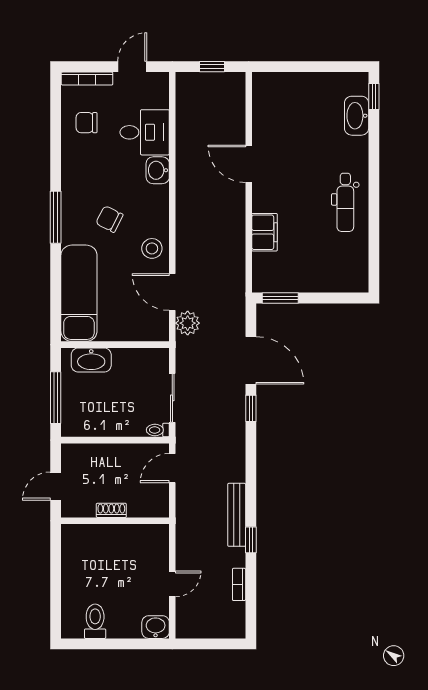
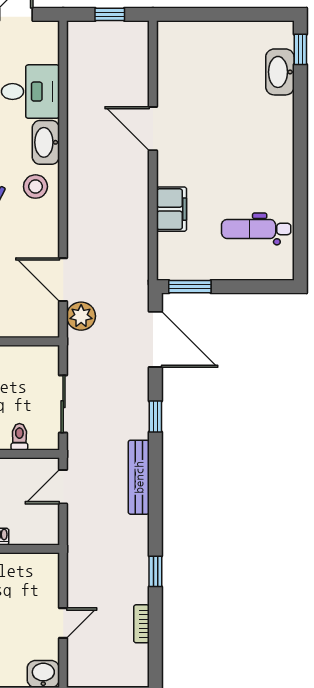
washbasin: (158, 170) -> (46, 142), width x1.38
dental chair: (345, 202) -> (256, 229), moved, turned 90
stool: (152, 248) -> (35, 187), moved
door: (251, 360) -> (155, 339), moved
toilet: (158, 430) -> (19, 437), moved, turned 90
bench: (237, 515) -> (139, 477), moved

